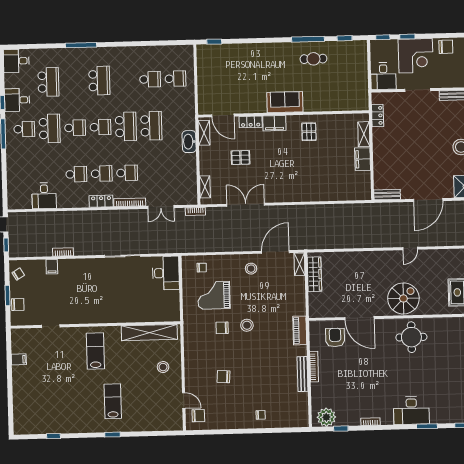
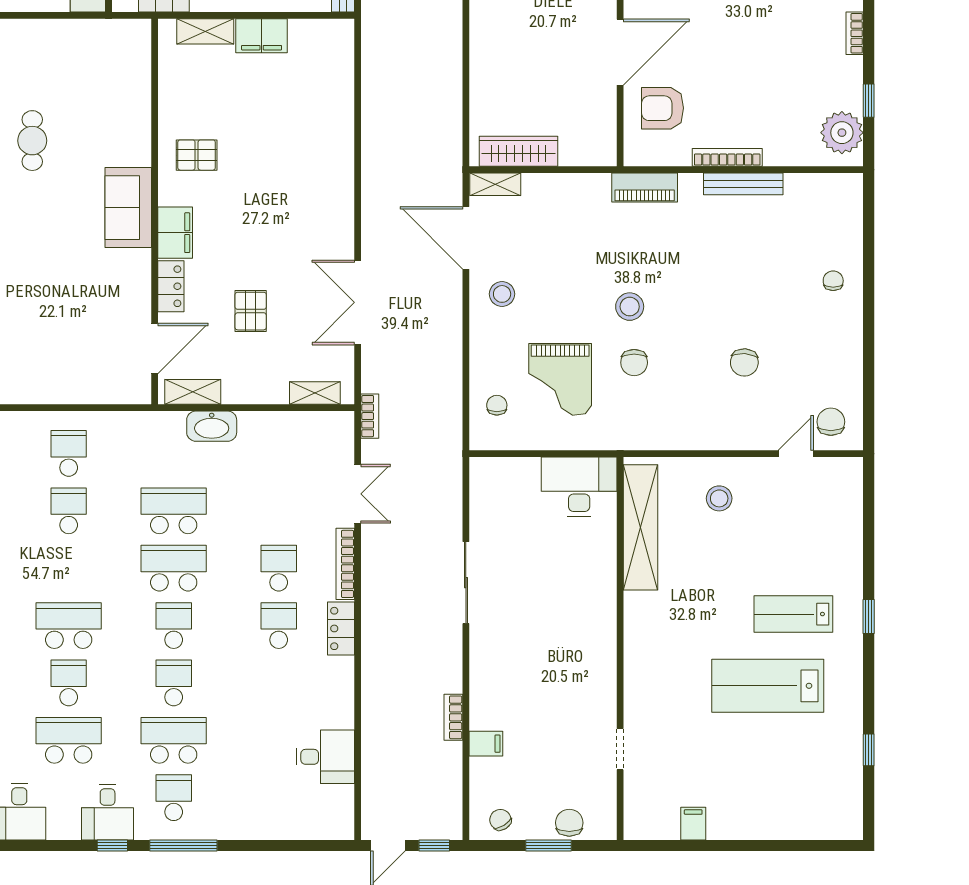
school desk: (76, 174) -> (69, 683), moved
desk: (166, 273) -> (579, 487), moved
lab bench: (95, 351) -> (768, 686), moved, width x1.36, depth x1.39

